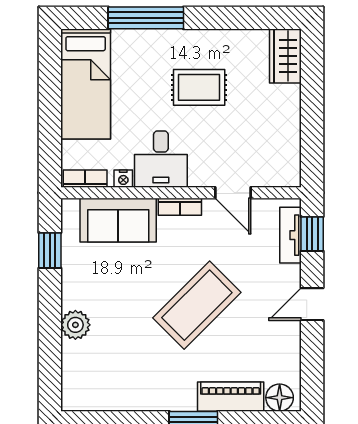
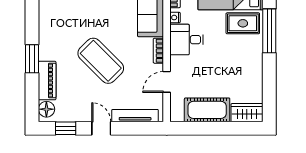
rug: (199, 87) -> (243, 23), moved, turned 90
cot: (281, 124) -> (207, 110), added
window: (312, 234) -> (66, 128), moved
tv unit: (290, 235) -> (135, 116), width x1.41

